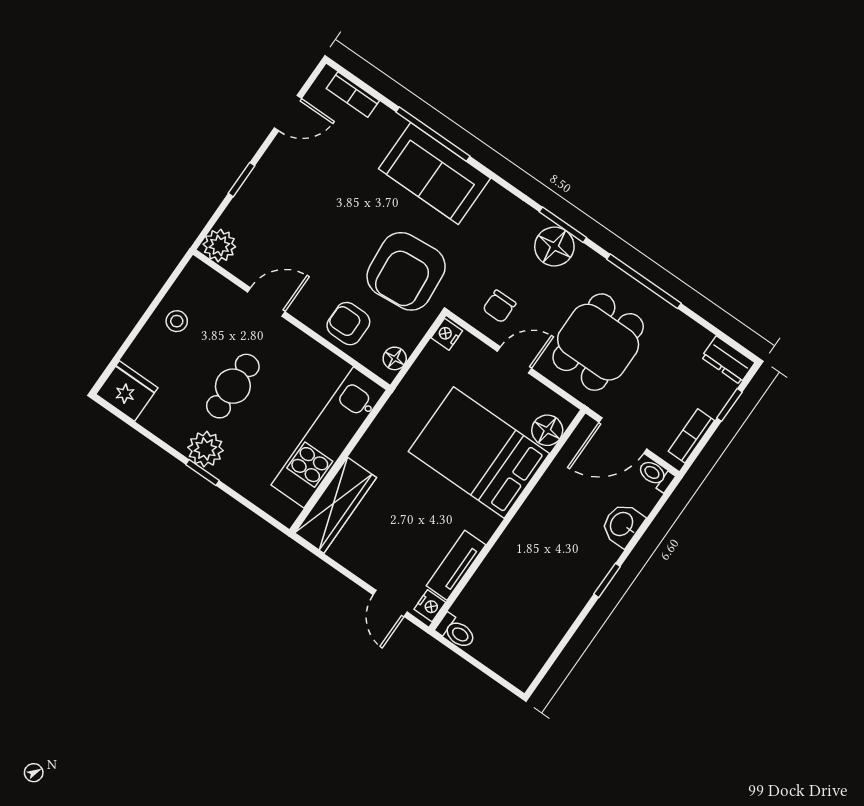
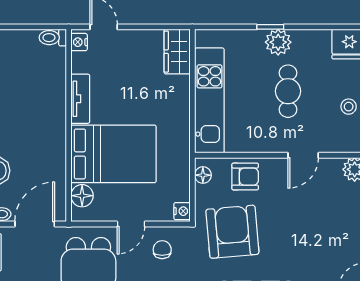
wardrobe: (336, 505) -> (177, 52), width x0.67
tv unit: (456, 565) -> (80, 99), moved

